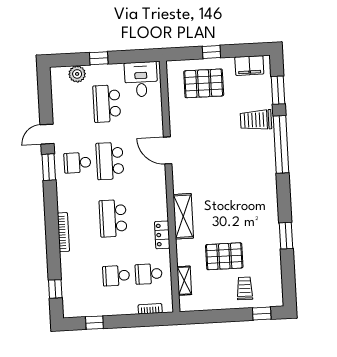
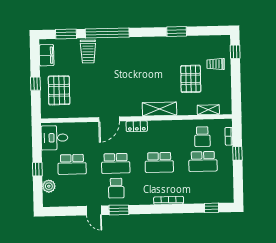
locker: (162, 235) -> (137, 126), moved
school desk: (116, 276) -> (203, 161), width x1.85
window: (94, 323) -> (237, 153), moved

